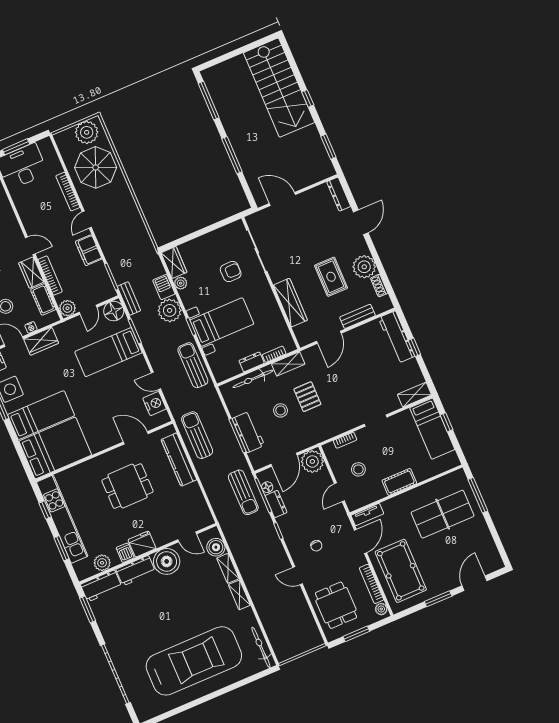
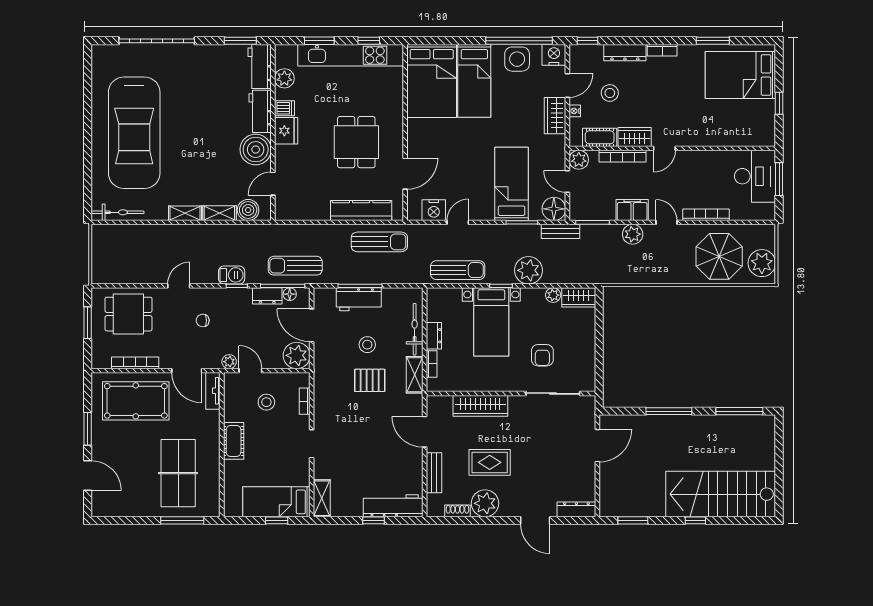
plant: (107, 242) -> (633, 234), added
barbecue: (164, 287) -> (232, 275), moved
plant: (381, 609) -> (229, 362), moved

